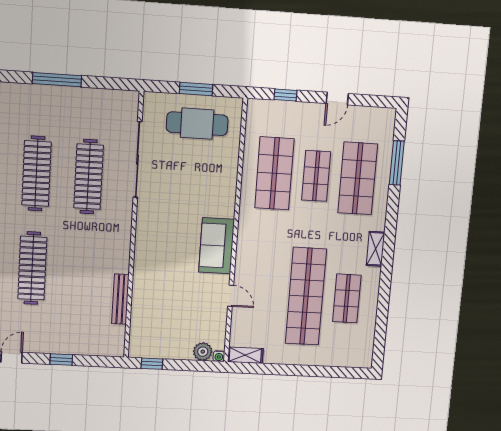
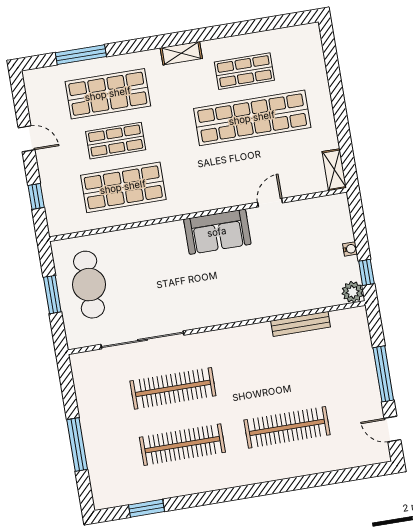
plant: (203, 352) -> (353, 292), moved
water cooler: (219, 356) -> (350, 249), moved
window: (61, 360) -> (383, 374), width x2.17

